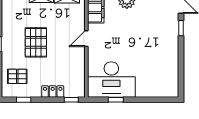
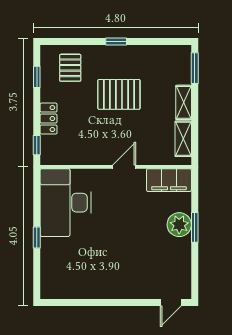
window: (181, 28) -> (139, 302), removed
door: (86, 39) -> (124, 167), hinge flipped
window: (116, 100) -> (37, 238), moved

